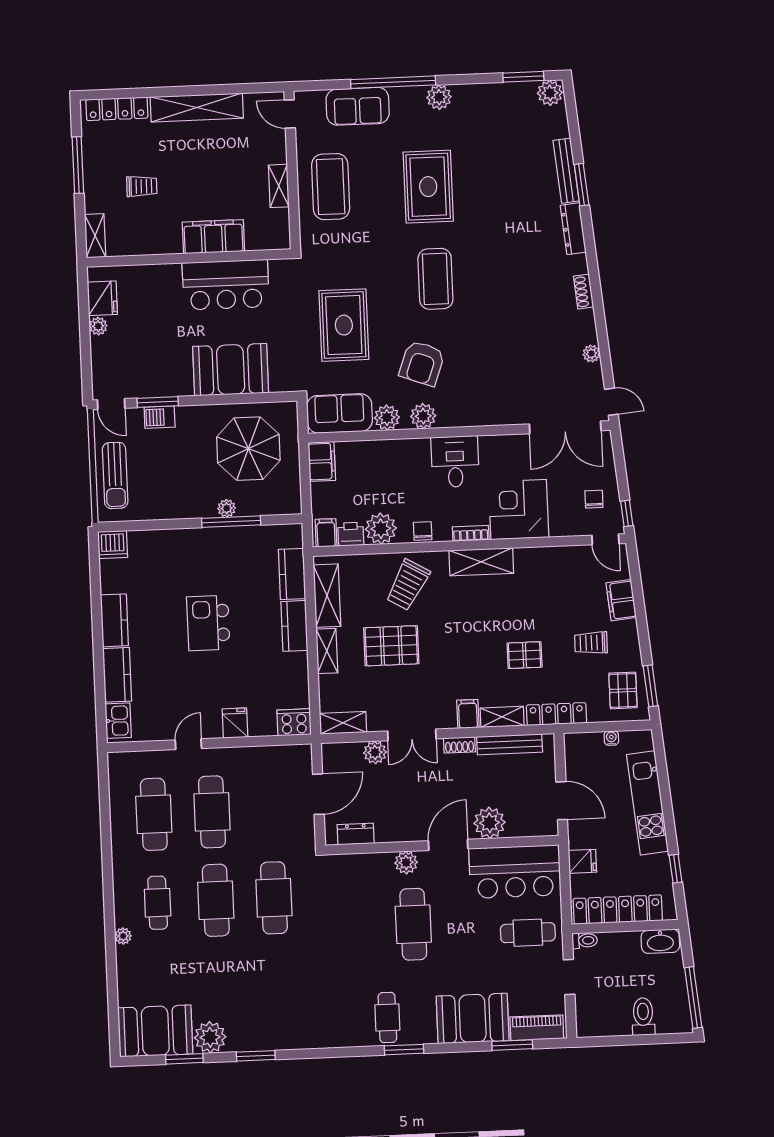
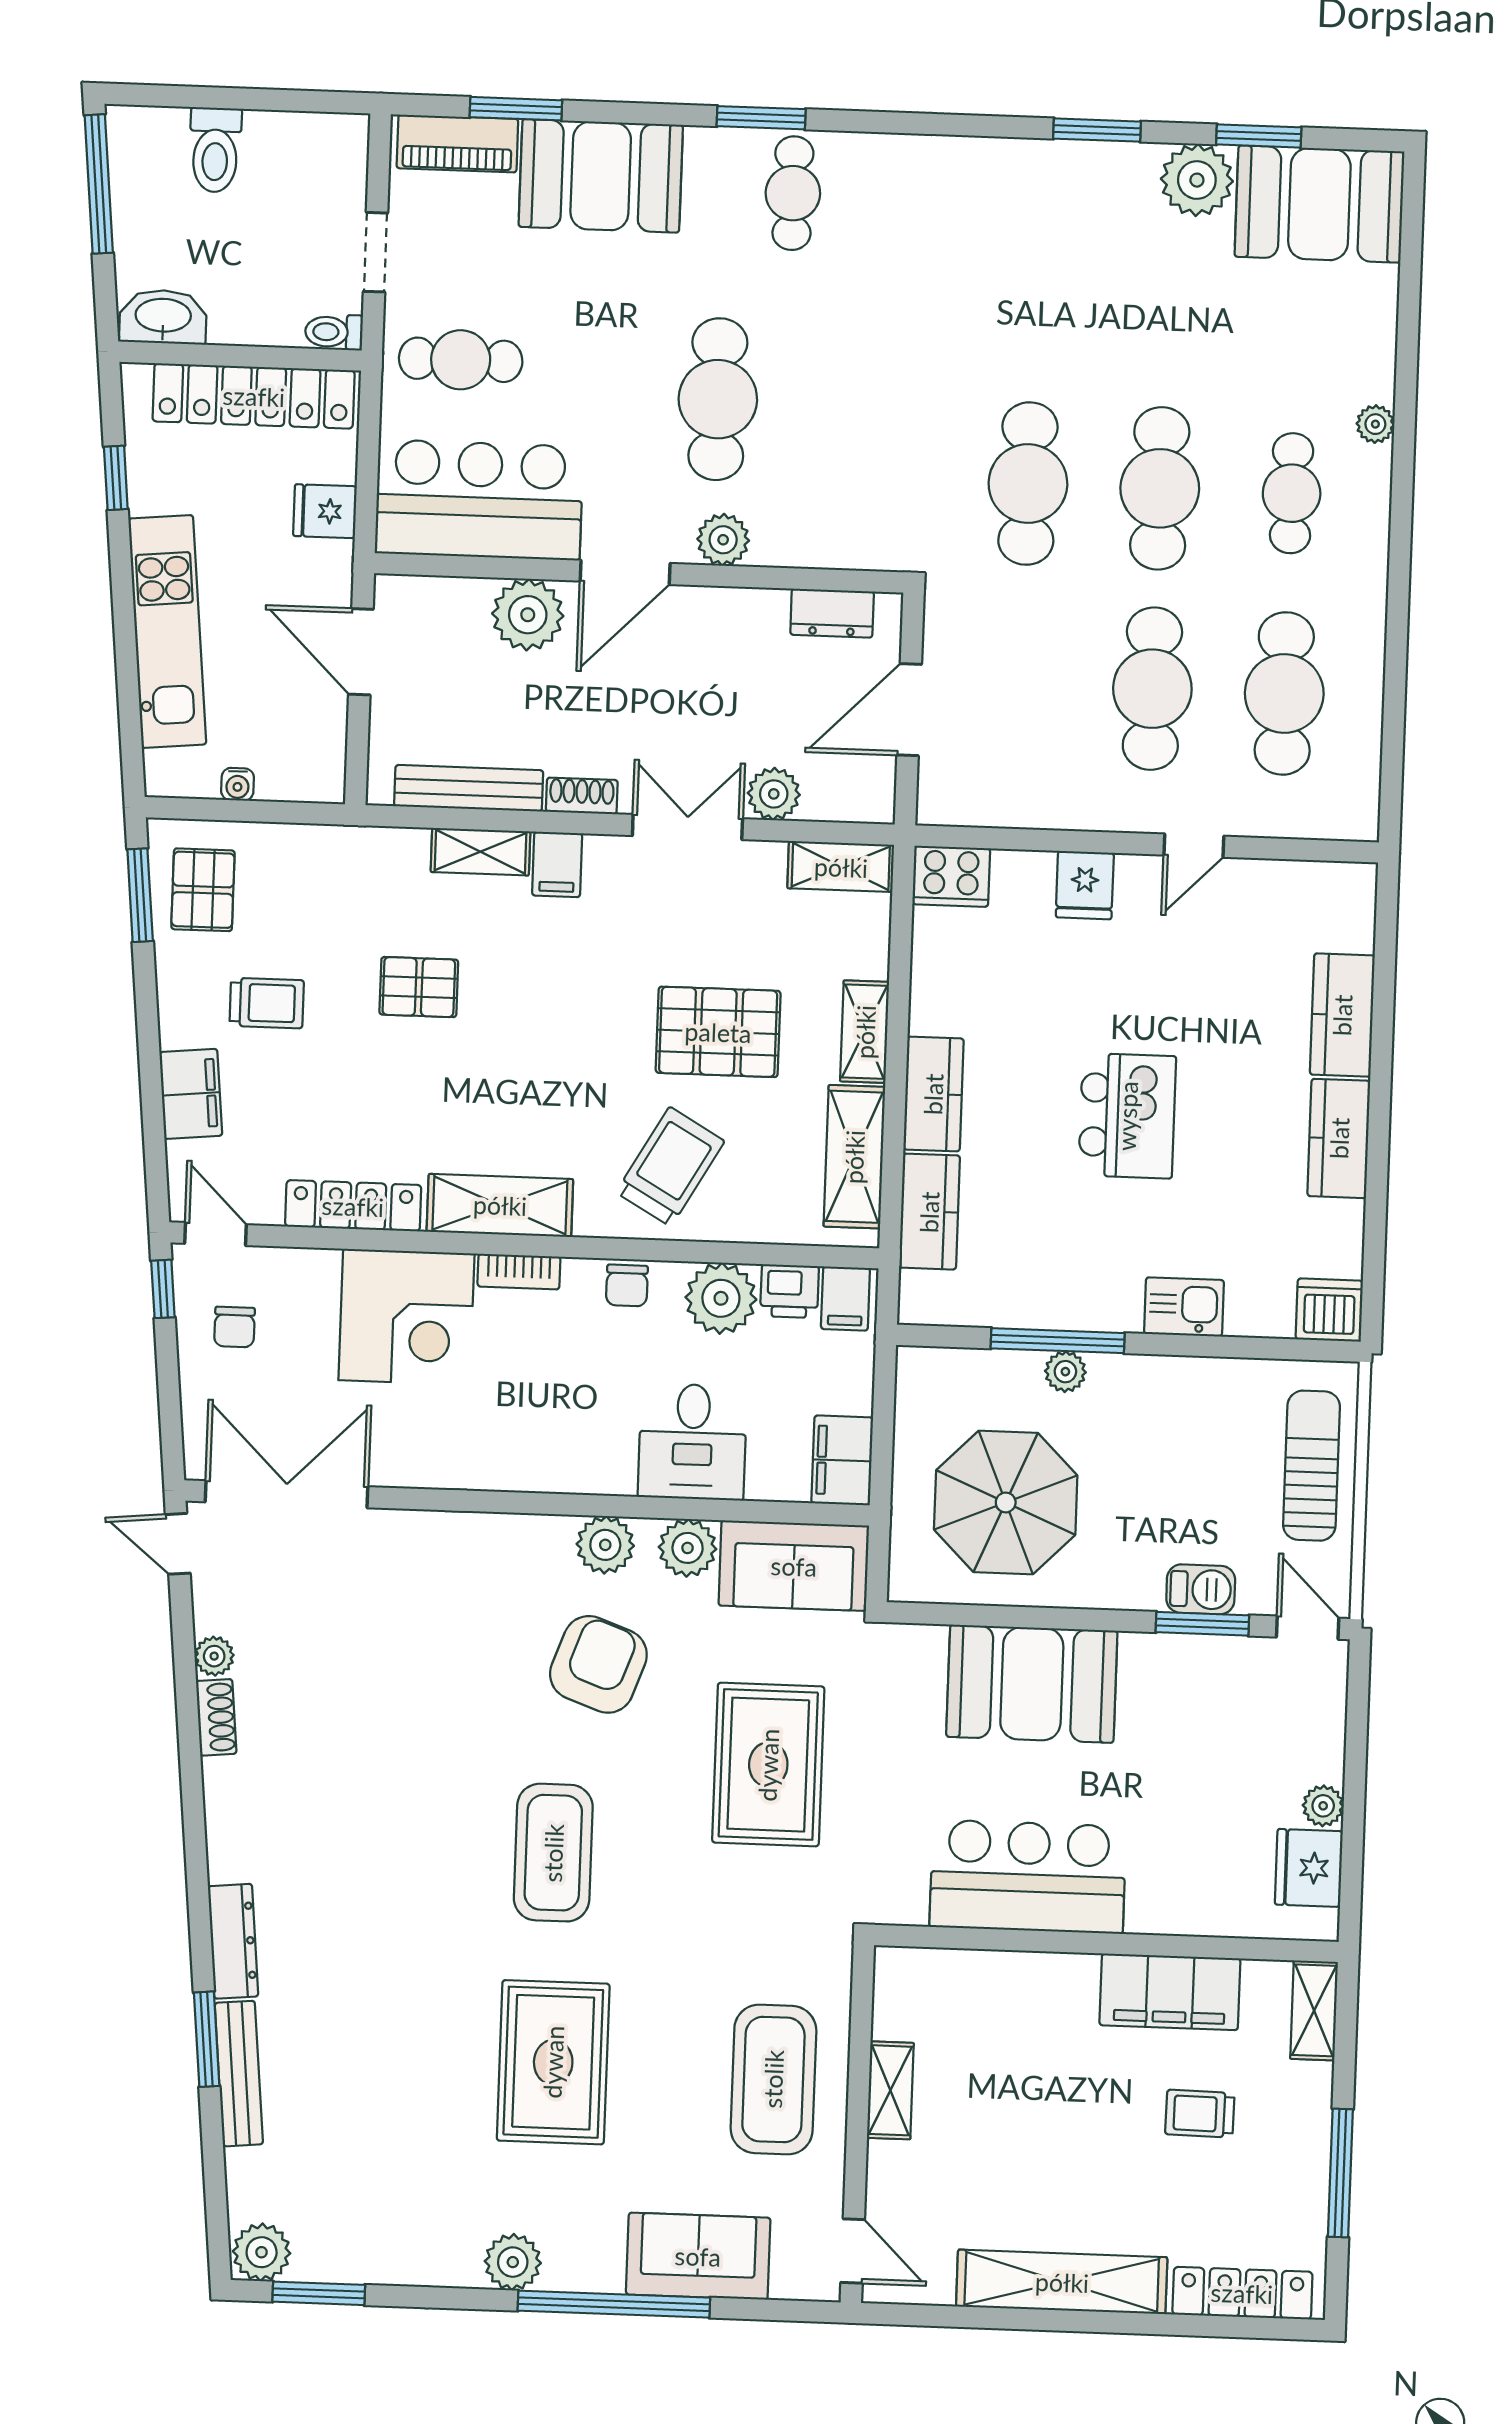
filing cabinet: (213, 237) -> (1170, 1992), moved
shoe rack: (584, 292) -> (216, 1717), moved
desk: (455, 462) -> (692, 1442), moved
locker: (556, 714) -> (353, 1206), moved, turned 180
kitchen sink: (118, 721) -> (1184, 1307), moved, turned 90

